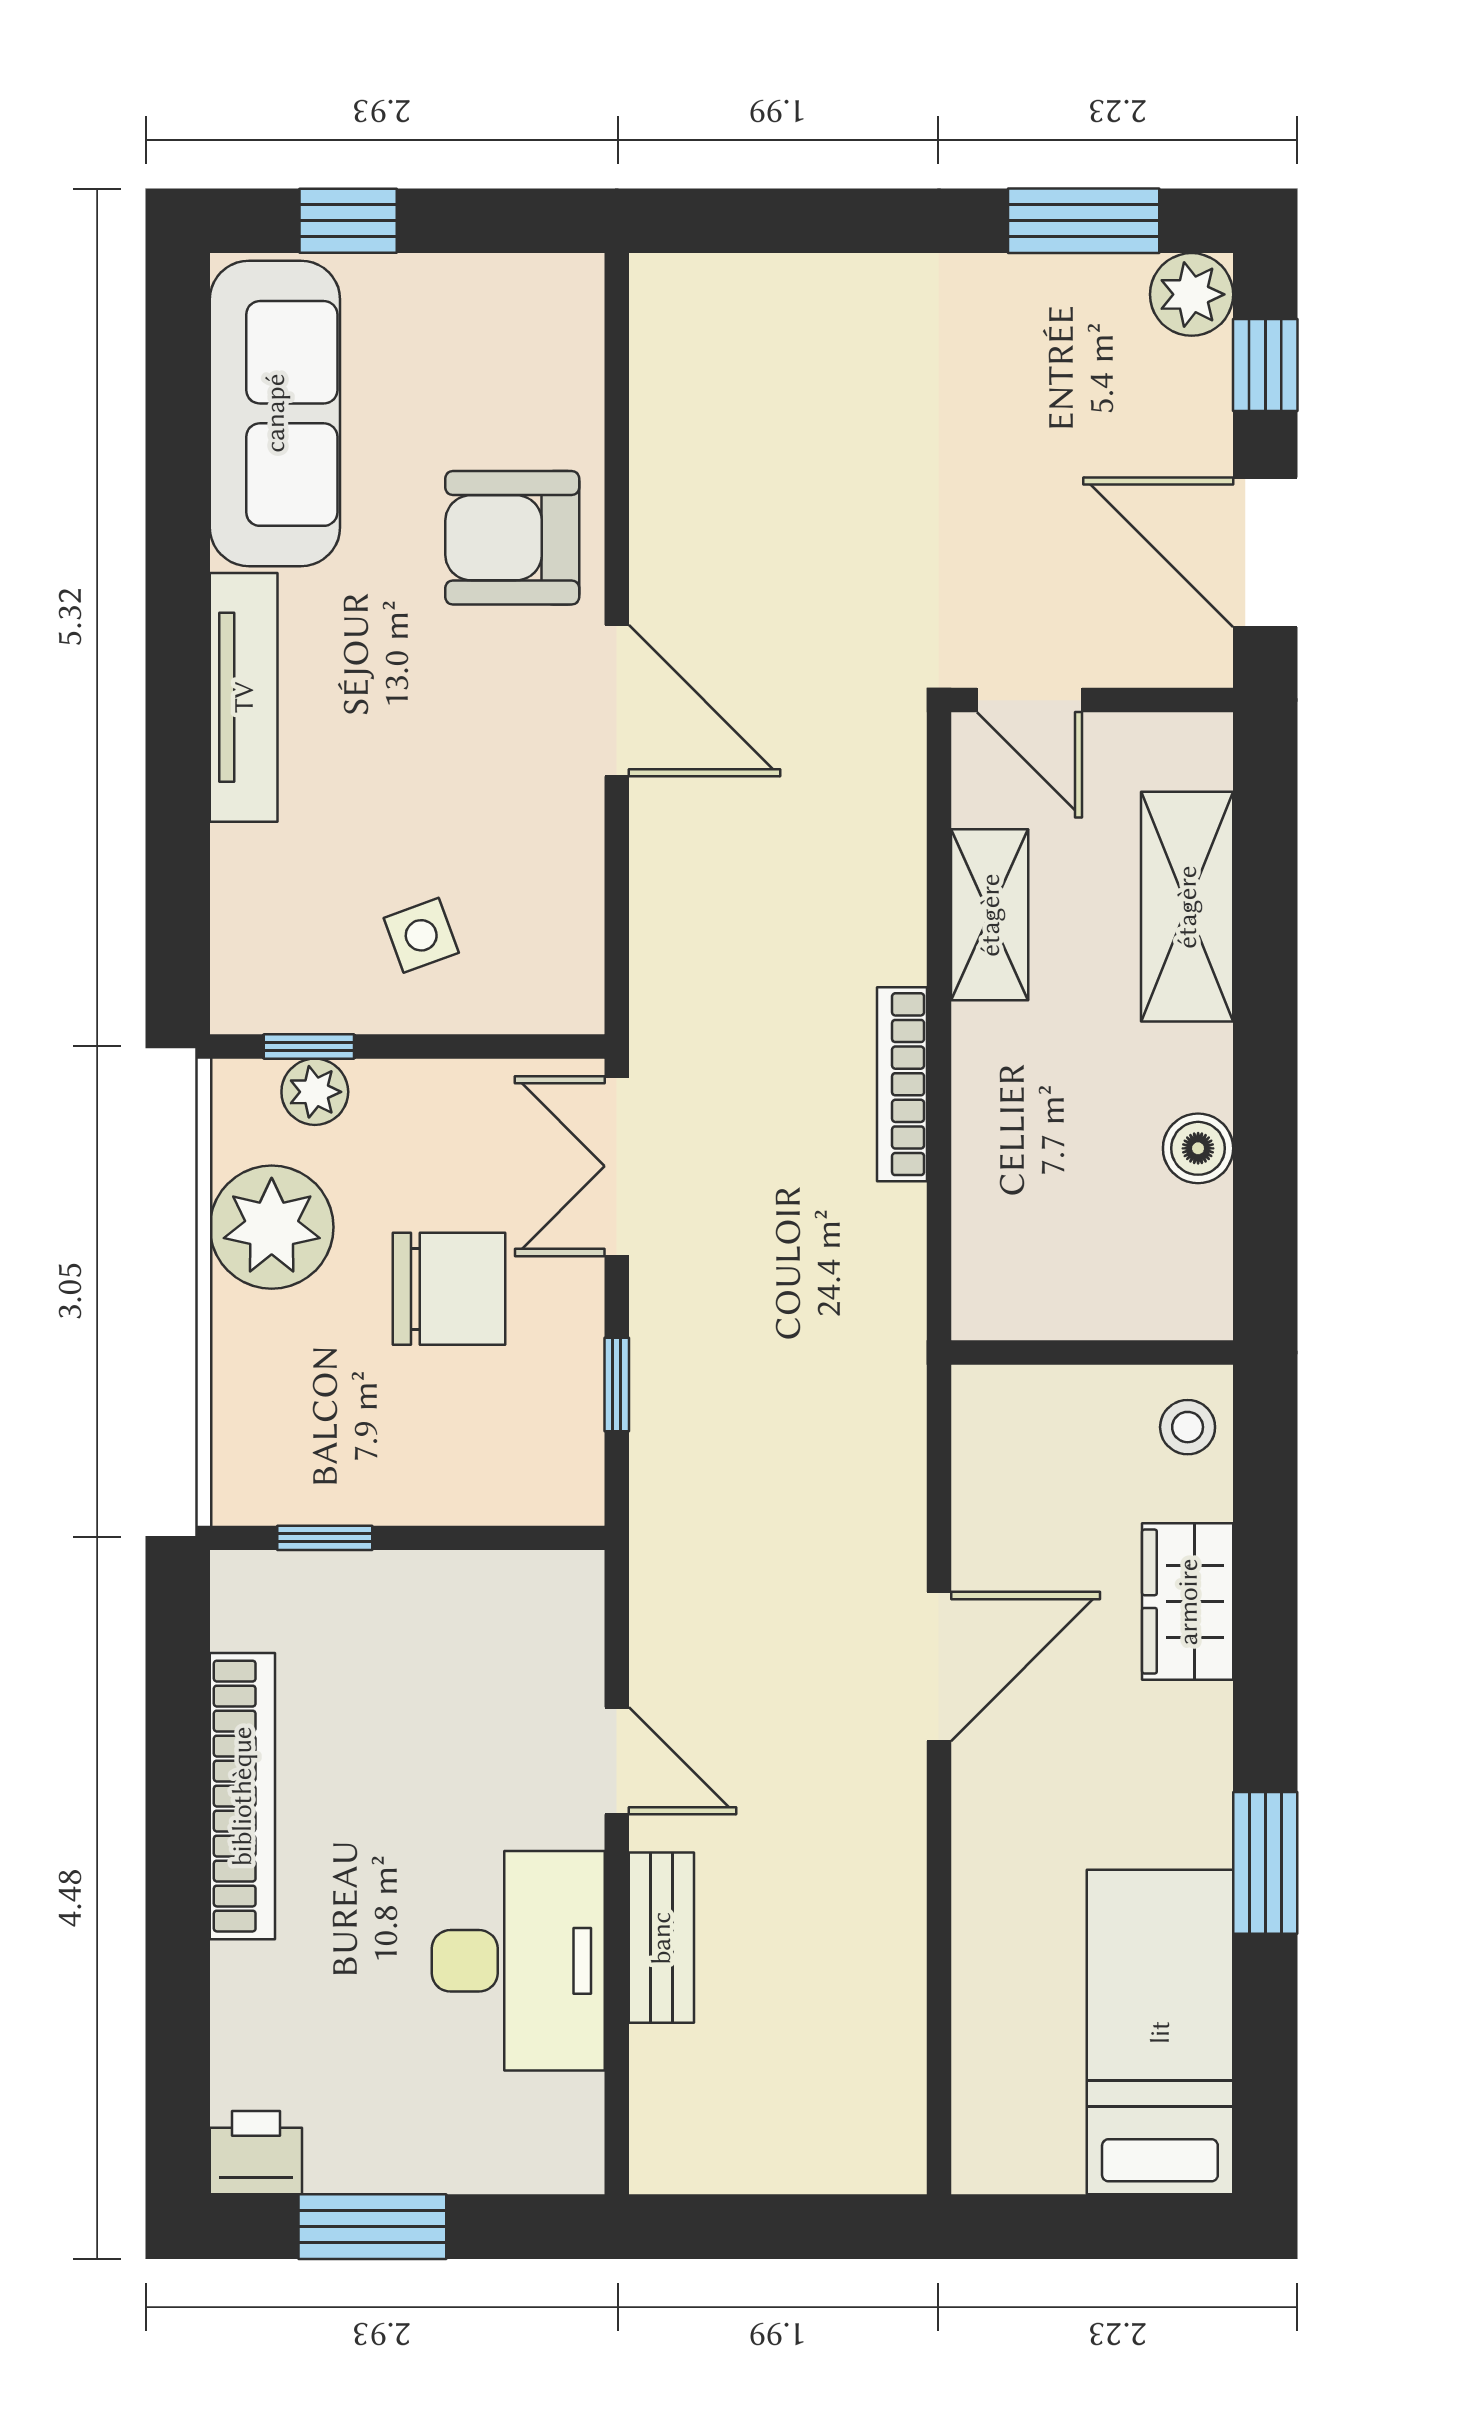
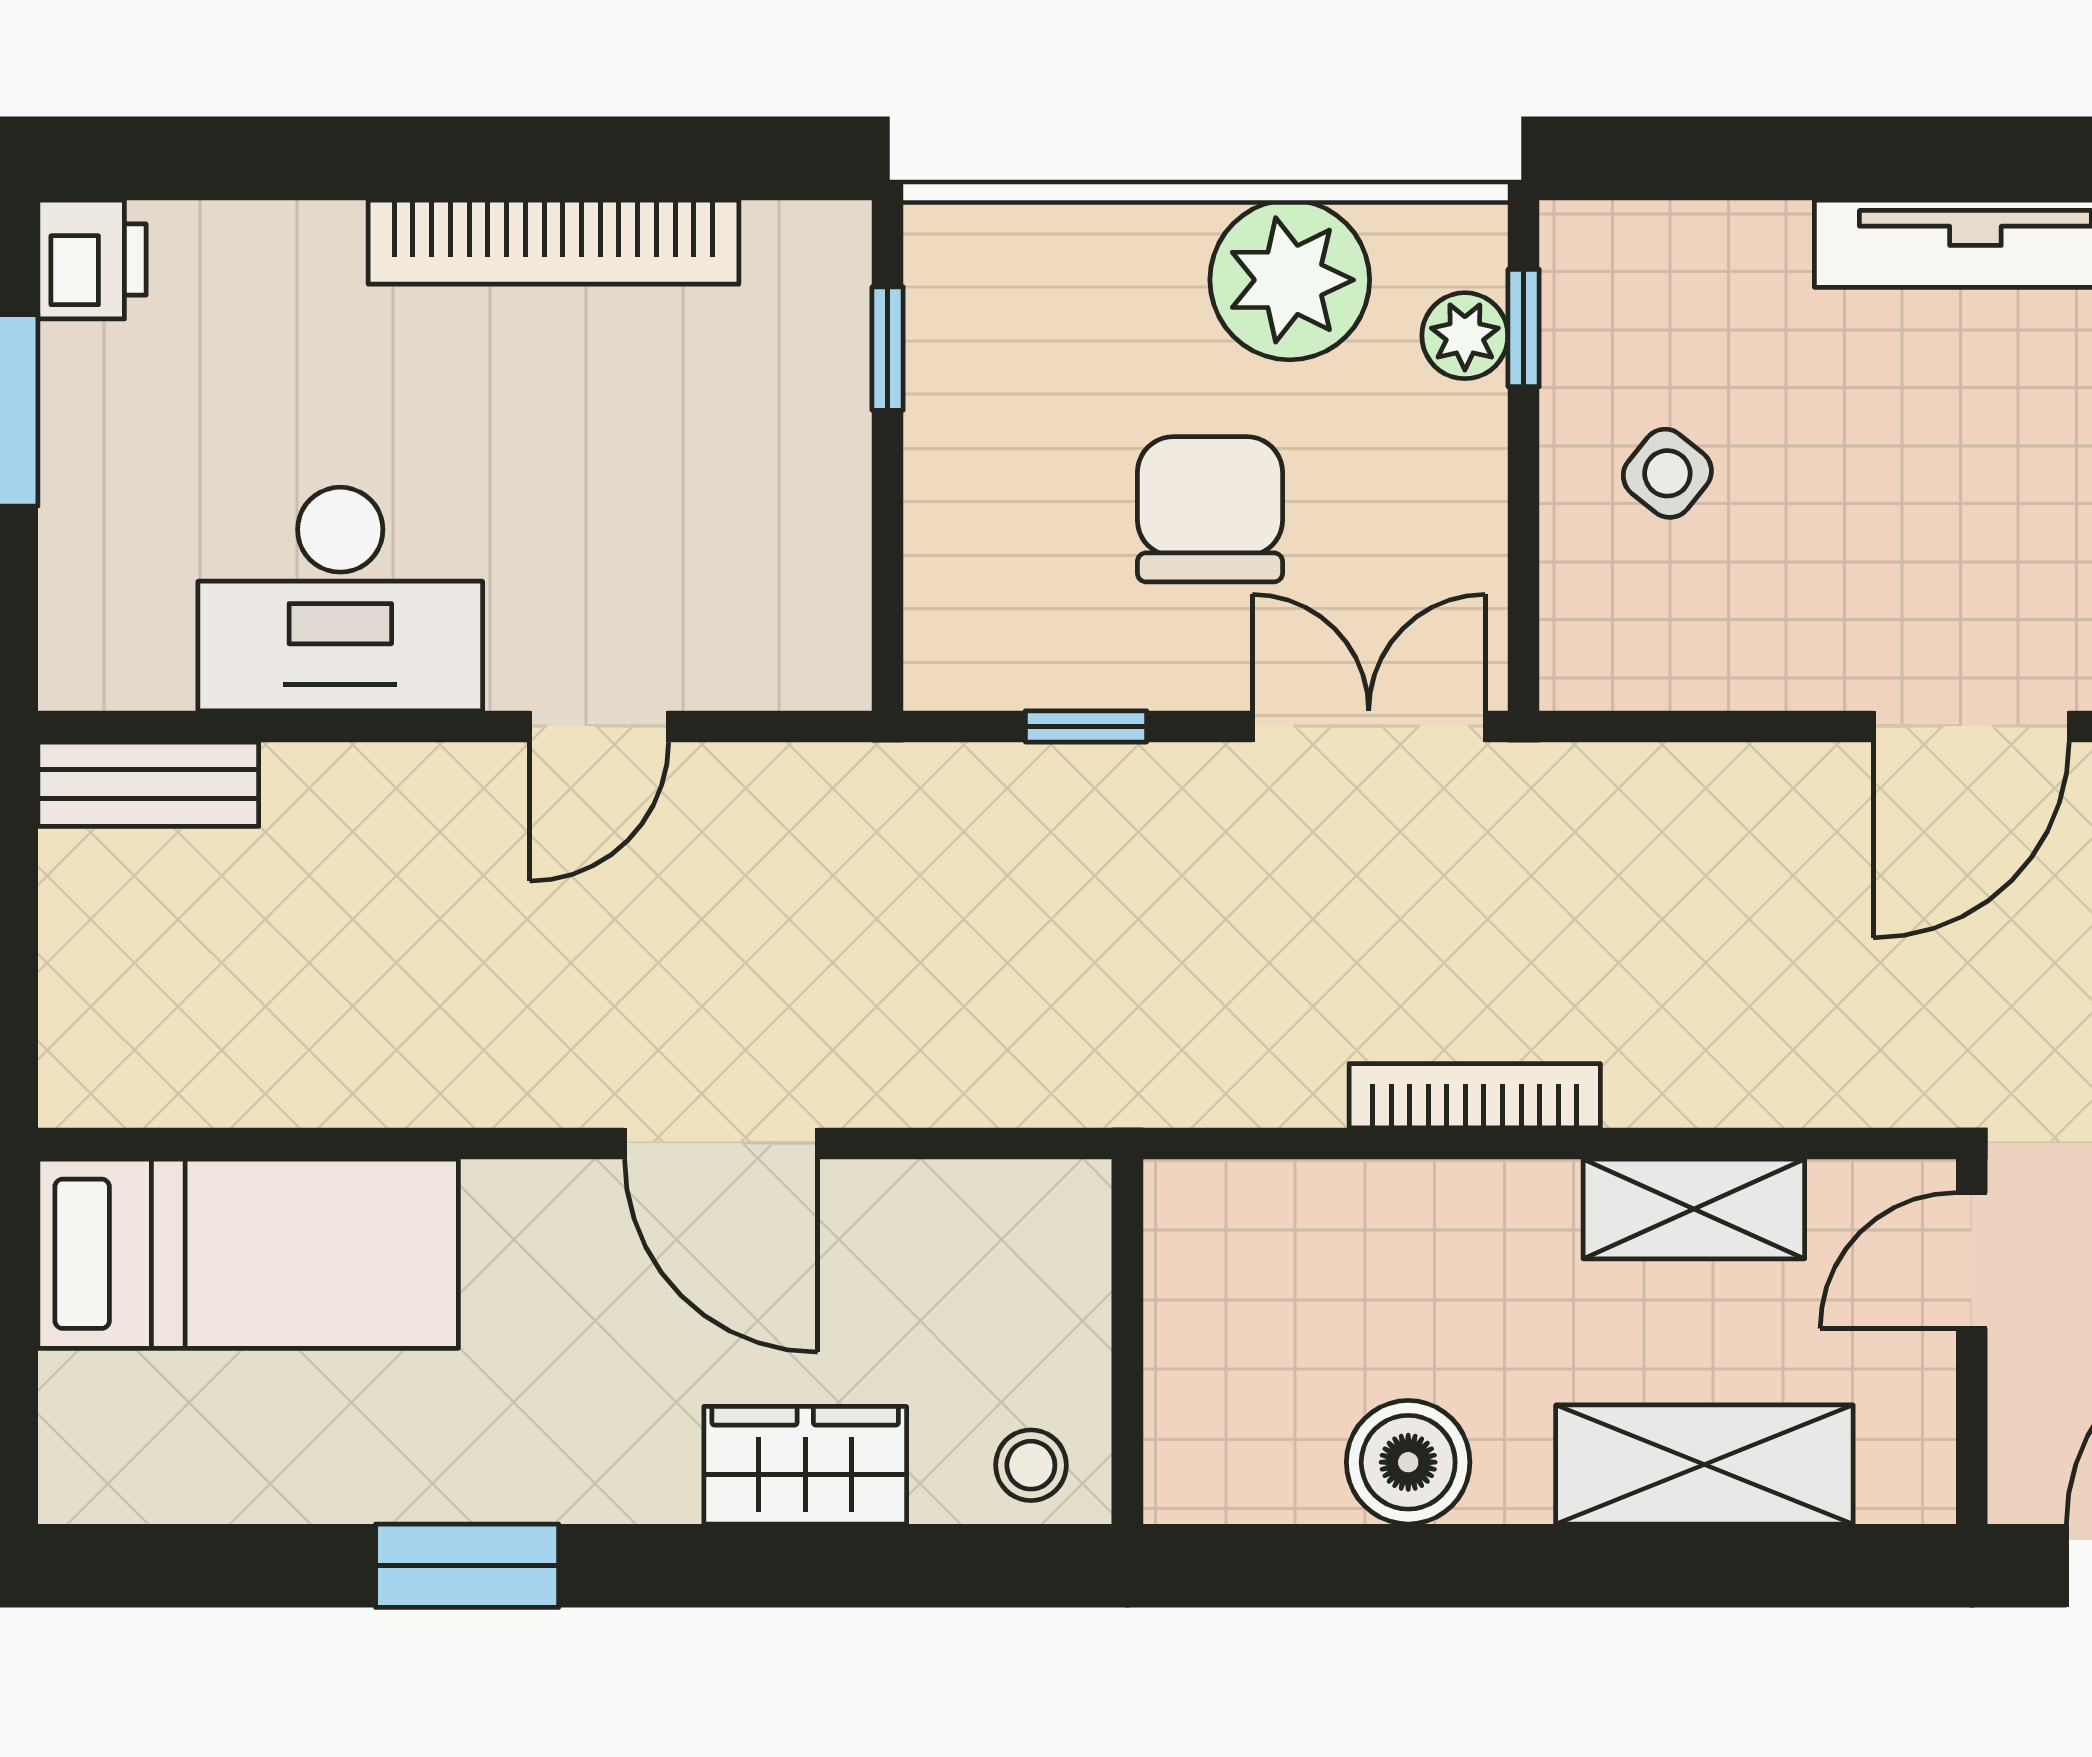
side table: (421, 935) -> (1667, 473), turned -31
boiler: (1198, 1148) -> (1408, 1462), width x1.36, depth x1.36
chair: (449, 1289) -> (1210, 509), turned 180
bench: (661, 1938) -> (148, 784), moved
bed: (1160, 2032) -> (248, 1254), moved

